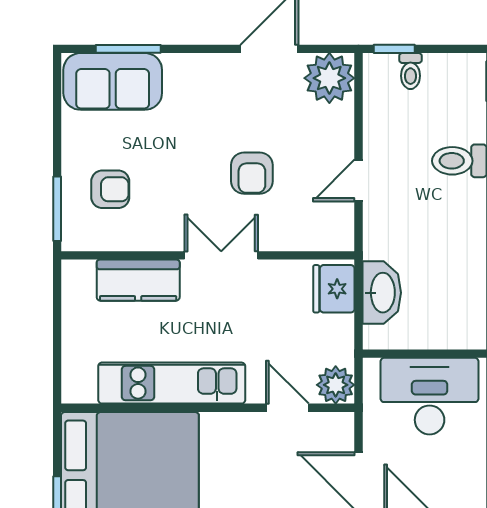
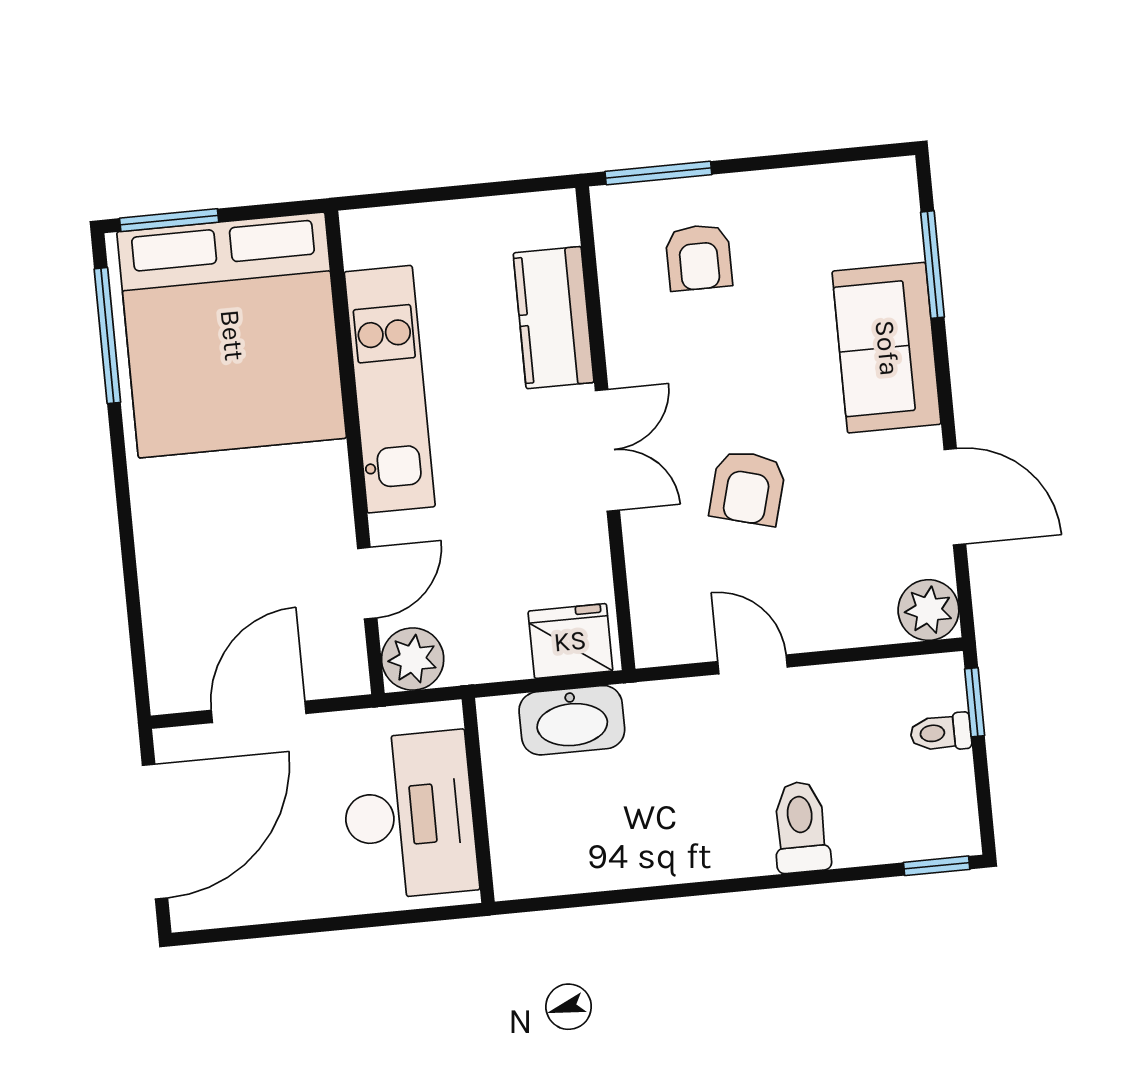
plant: (329, 78) -> (928, 610), width x0.73, depth x0.73
sofa: (113, 81) -> (887, 348), moved
armchair: (252, 173) -> (748, 488), turned -75

